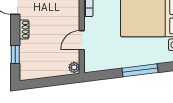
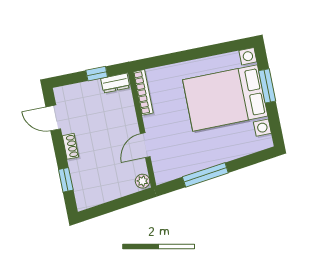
window: (140, 70) -> (205, 175), moved

